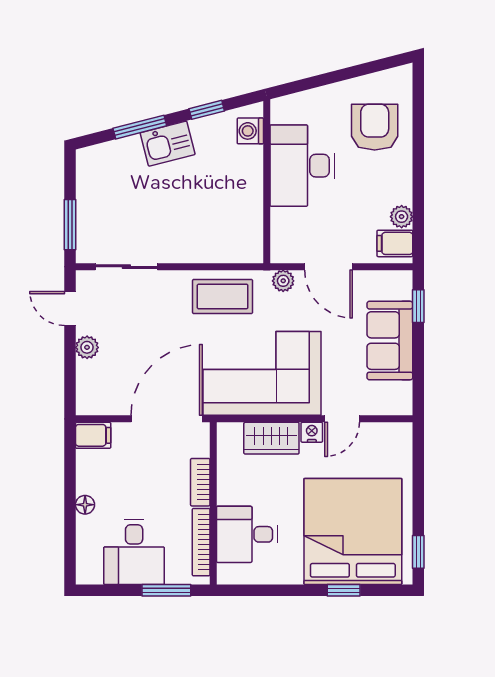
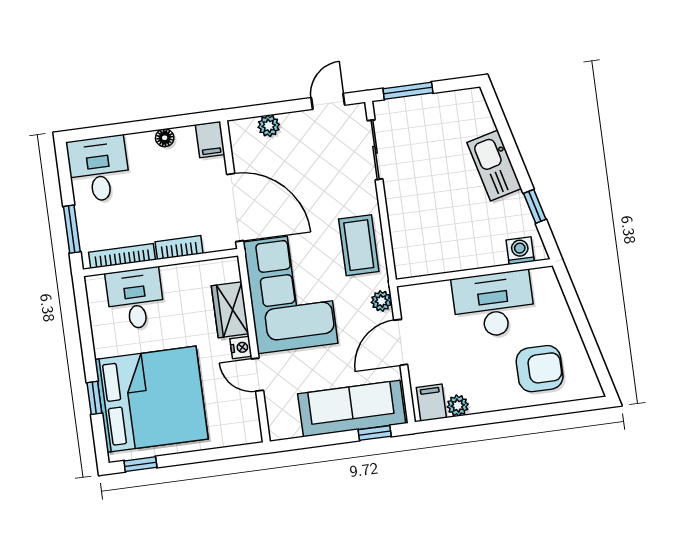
window: (140, 127) -> (510, 145), removed
kitchen sink: (168, 144) -> (494, 165), width x1.38
sofa: (390, 341) -> (352, 408), width x1.36
plant: (87, 347) -> (269, 126), moved
floor lamp: (85, 505) -> (165, 138), moved
desk: (134, 552) -> (99, 169), moved, turned 90

